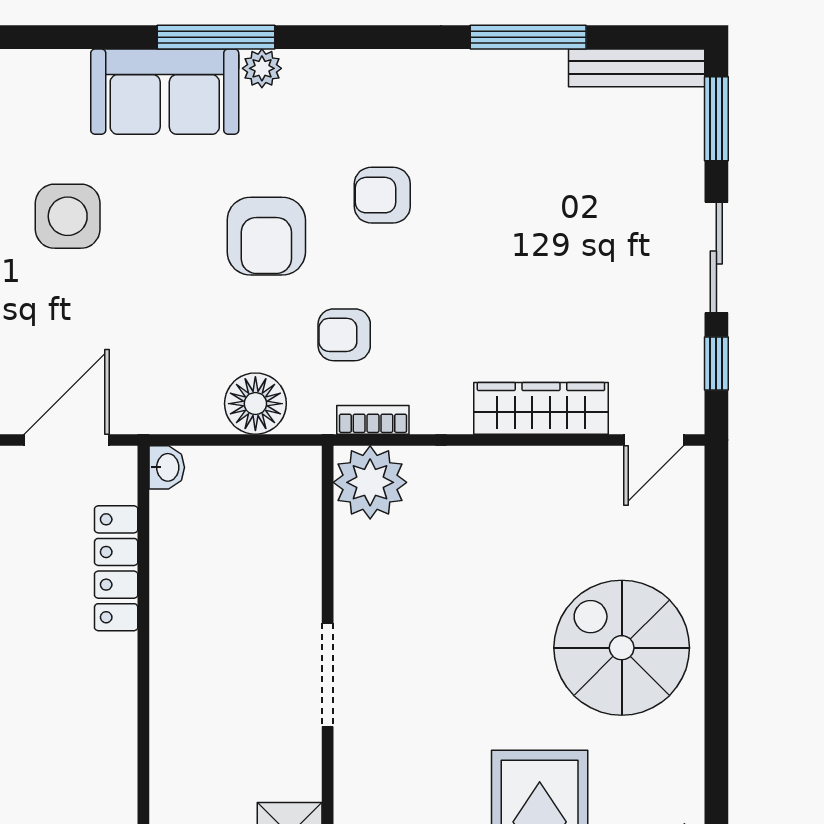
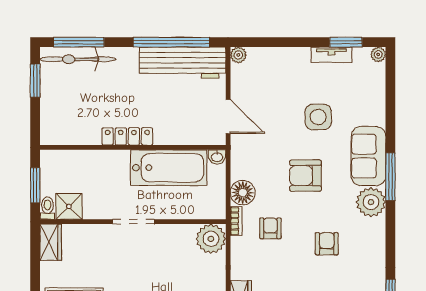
plant: (262, 68) -> (371, 202), width x1.88, depth x1.88
armchair: (266, 236) -> (305, 176), moved
bookcase: (373, 420) -> (236, 221), moved
locker: (116, 568) -> (127, 136), moved
bathtub: (194, 587) -> (169, 168), added

